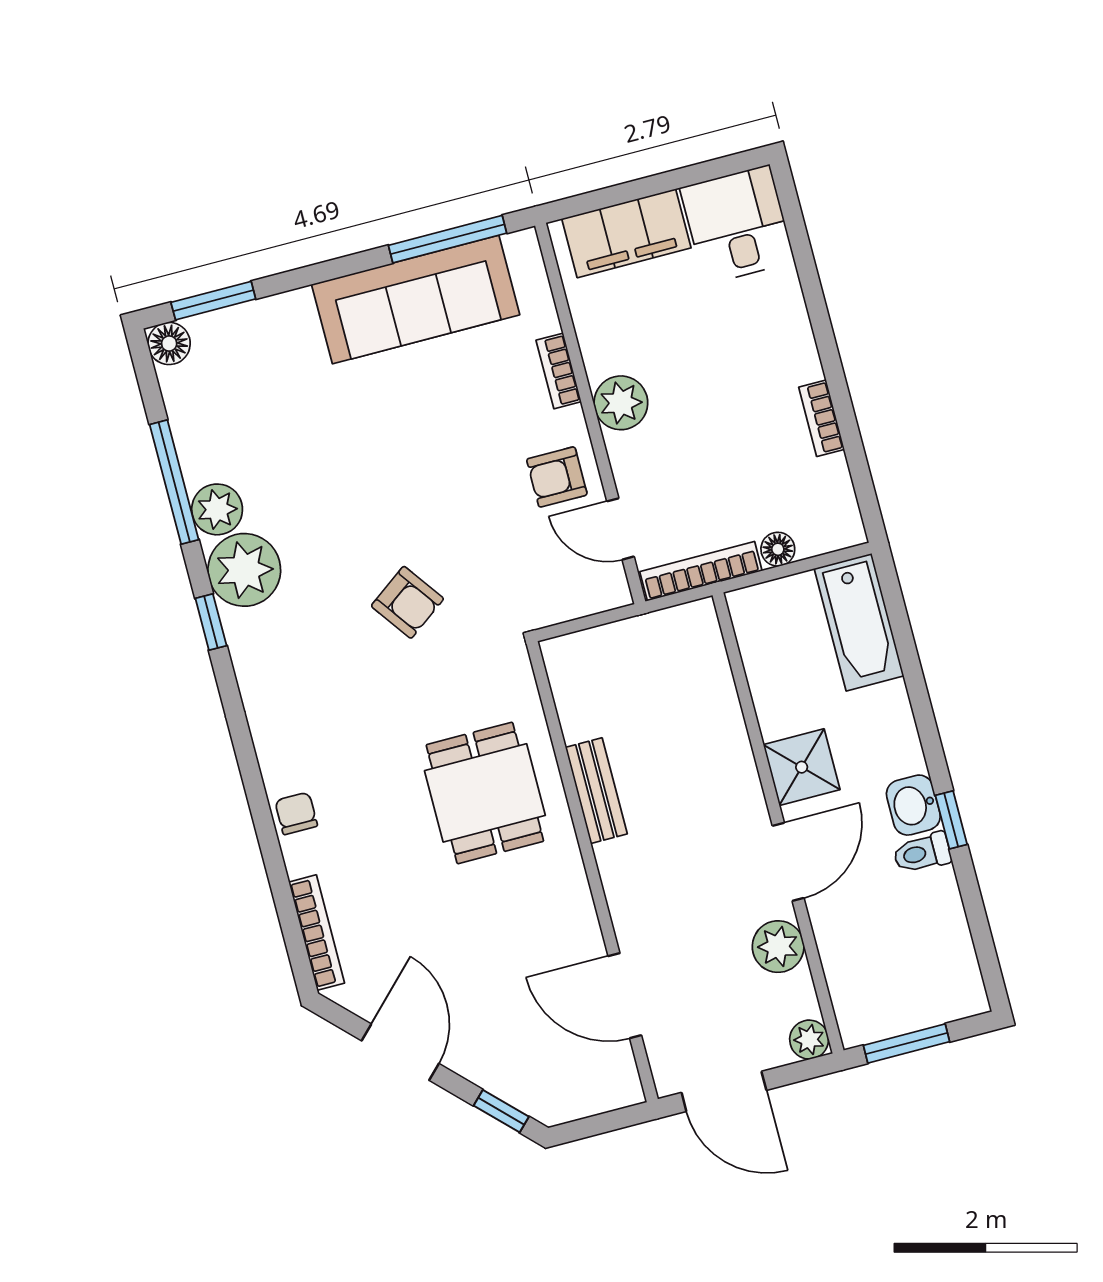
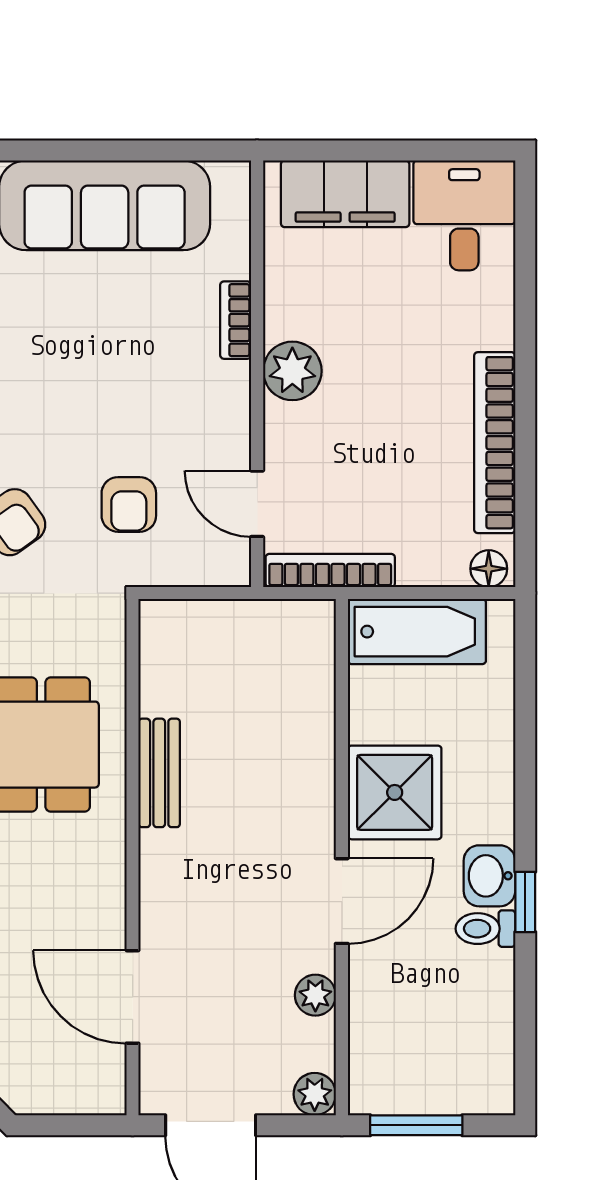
window: (447, 239) -> (155, 150), removed
bookcase: (822, 418) -> (495, 443), width x2.31, depth x1.31
armchair: (557, 477) -> (129, 504), moved, turned -90
floor lamp: (778, 549) -> (489, 569), moved
bathtub: (859, 622) -> (417, 632), moved, turned -90
shower: (802, 767) -> (395, 792), width x1.36, depth x1.36
plant: (778, 947) -> (315, 995), width x0.73, depth x0.73

